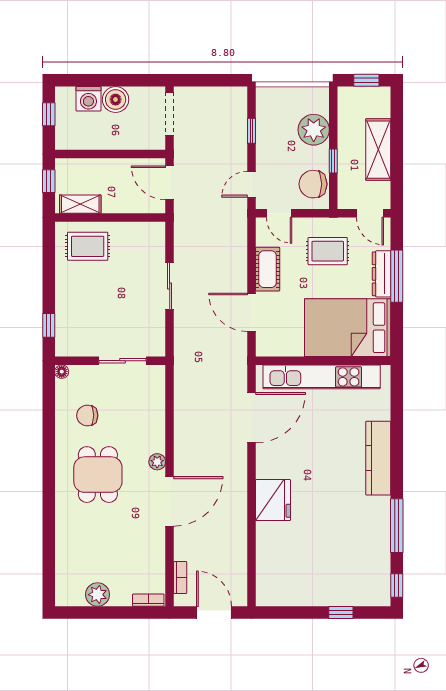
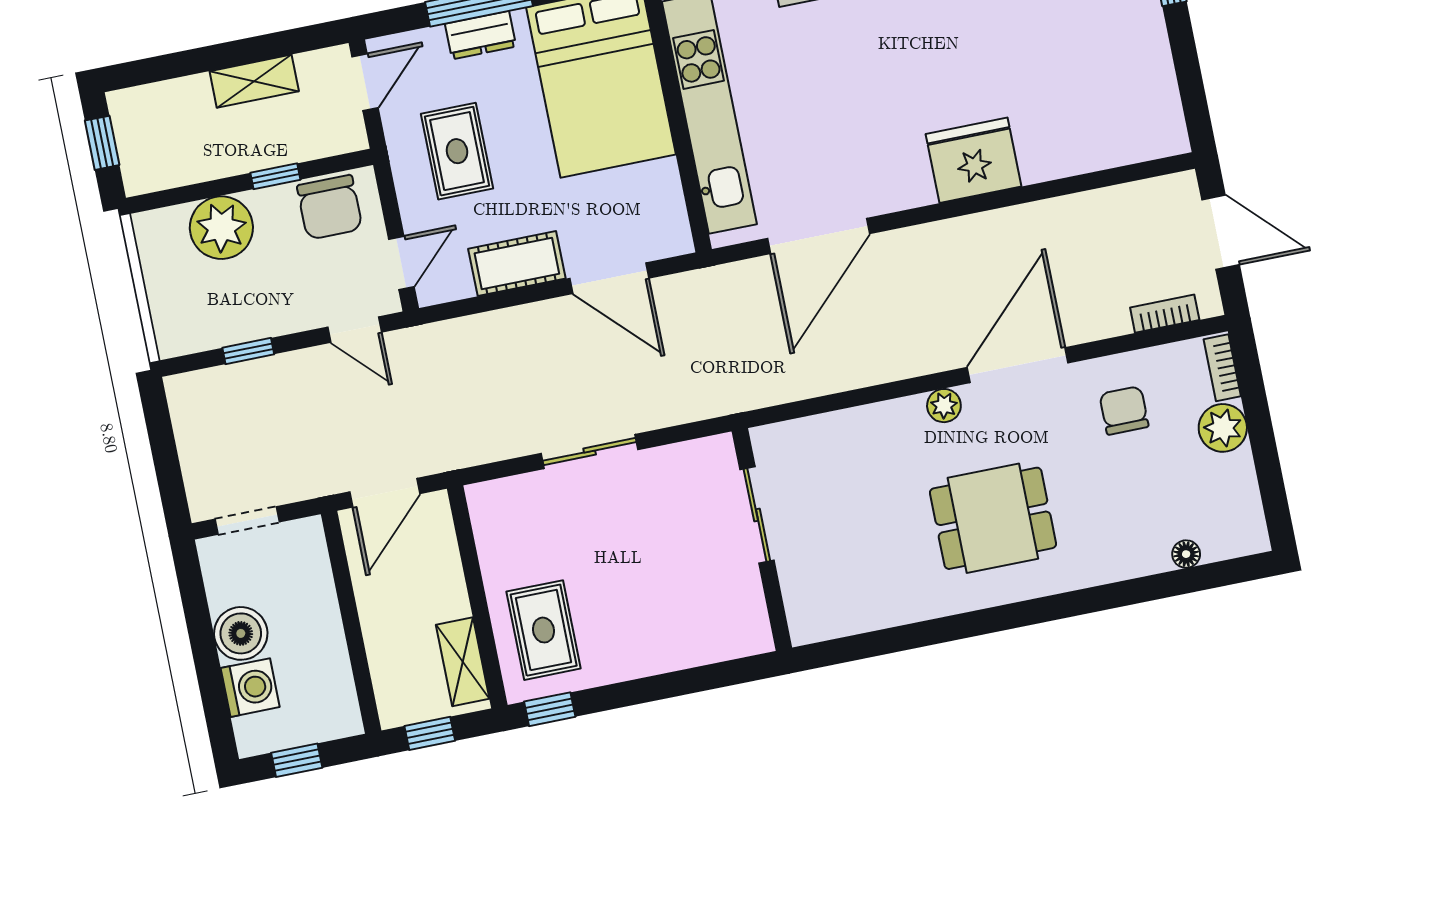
doorway: (170, 114) -> (247, 521), width x0.73
shelving: (378, 150) -> (254, 81), width x0.67, depth x0.75
dresser: (382, 274) -> (481, 35), width x0.70
door: (251, 312) -> (609, 278), hinge flipped
window: (49, 325) -> (550, 709), moved
floor lamp: (62, 372) -> (1186, 554), moved
chair: (87, 415) -> (1124, 410), moved, turned 180
door: (251, 418) -> (818, 236), swing flipped
door: (170, 501) -> (1018, 365), hinge flipped
plant: (98, 595) -> (1223, 428), moved
door: (214, 612) -> (1221, 232), swing flipped

